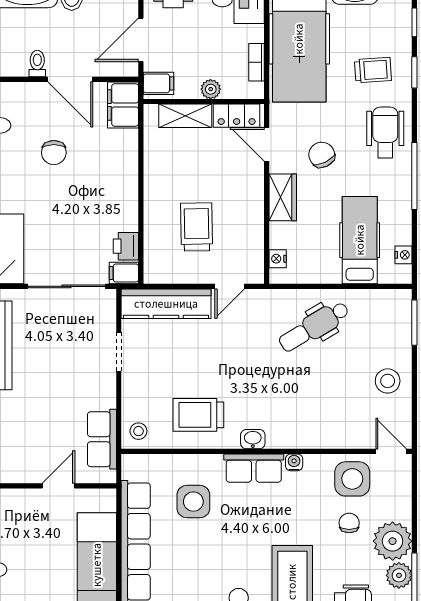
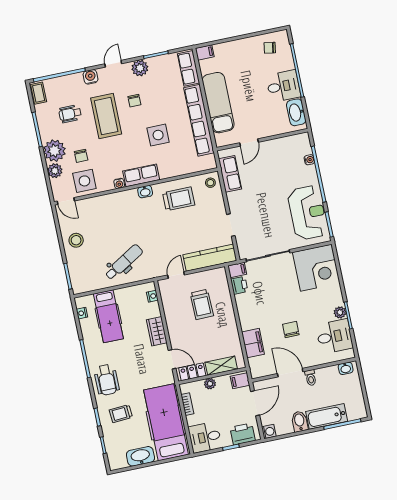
filing cabinet: (123, 105) -> (253, 343), moved
chair: (322, 155) -> (140, 360), removed
side table: (193, 502) -> (158, 135), moved
plant: (399, 575) -> (55, 171), moved

